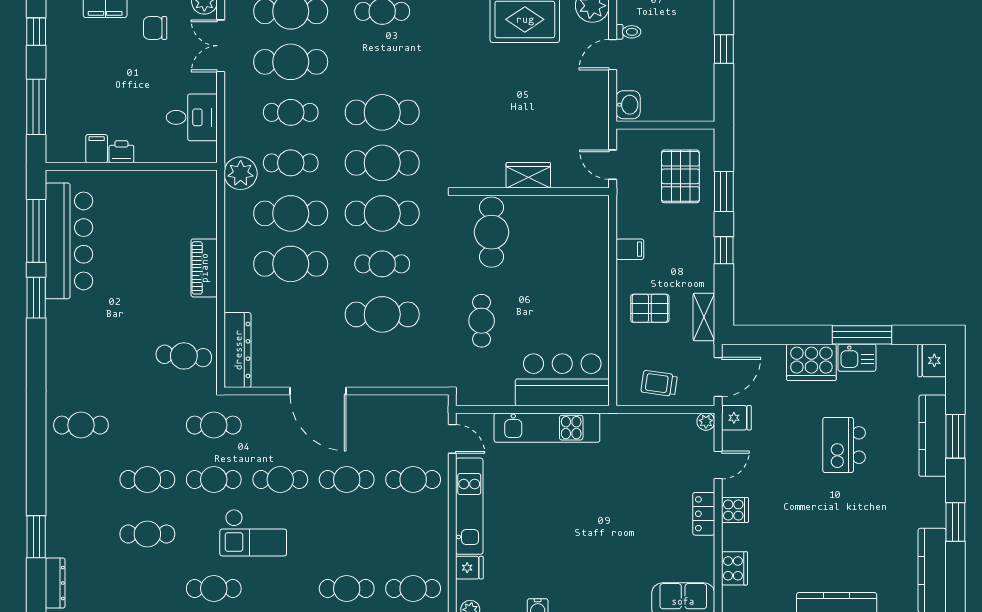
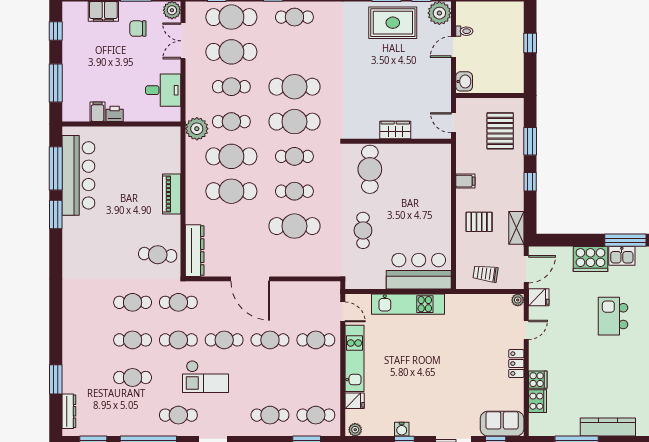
cafe table: (382, 213) -> (294, 156), width x0.73, depth x0.74
cafe table: (81, 425) -> (133, 302), moved
cooker: (735, 510) -> (538, 380), moved

